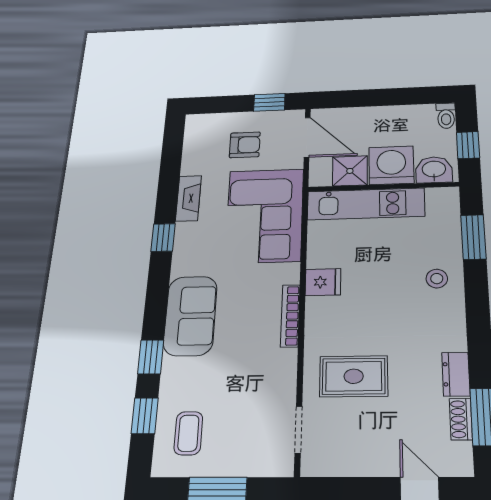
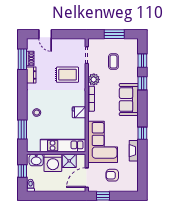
door: (307, 137) -> (87, 178), hinge flipped
plant: (281, 365) -> (94, 79), added
coffee table: (188, 433) -> (113, 62), moved

